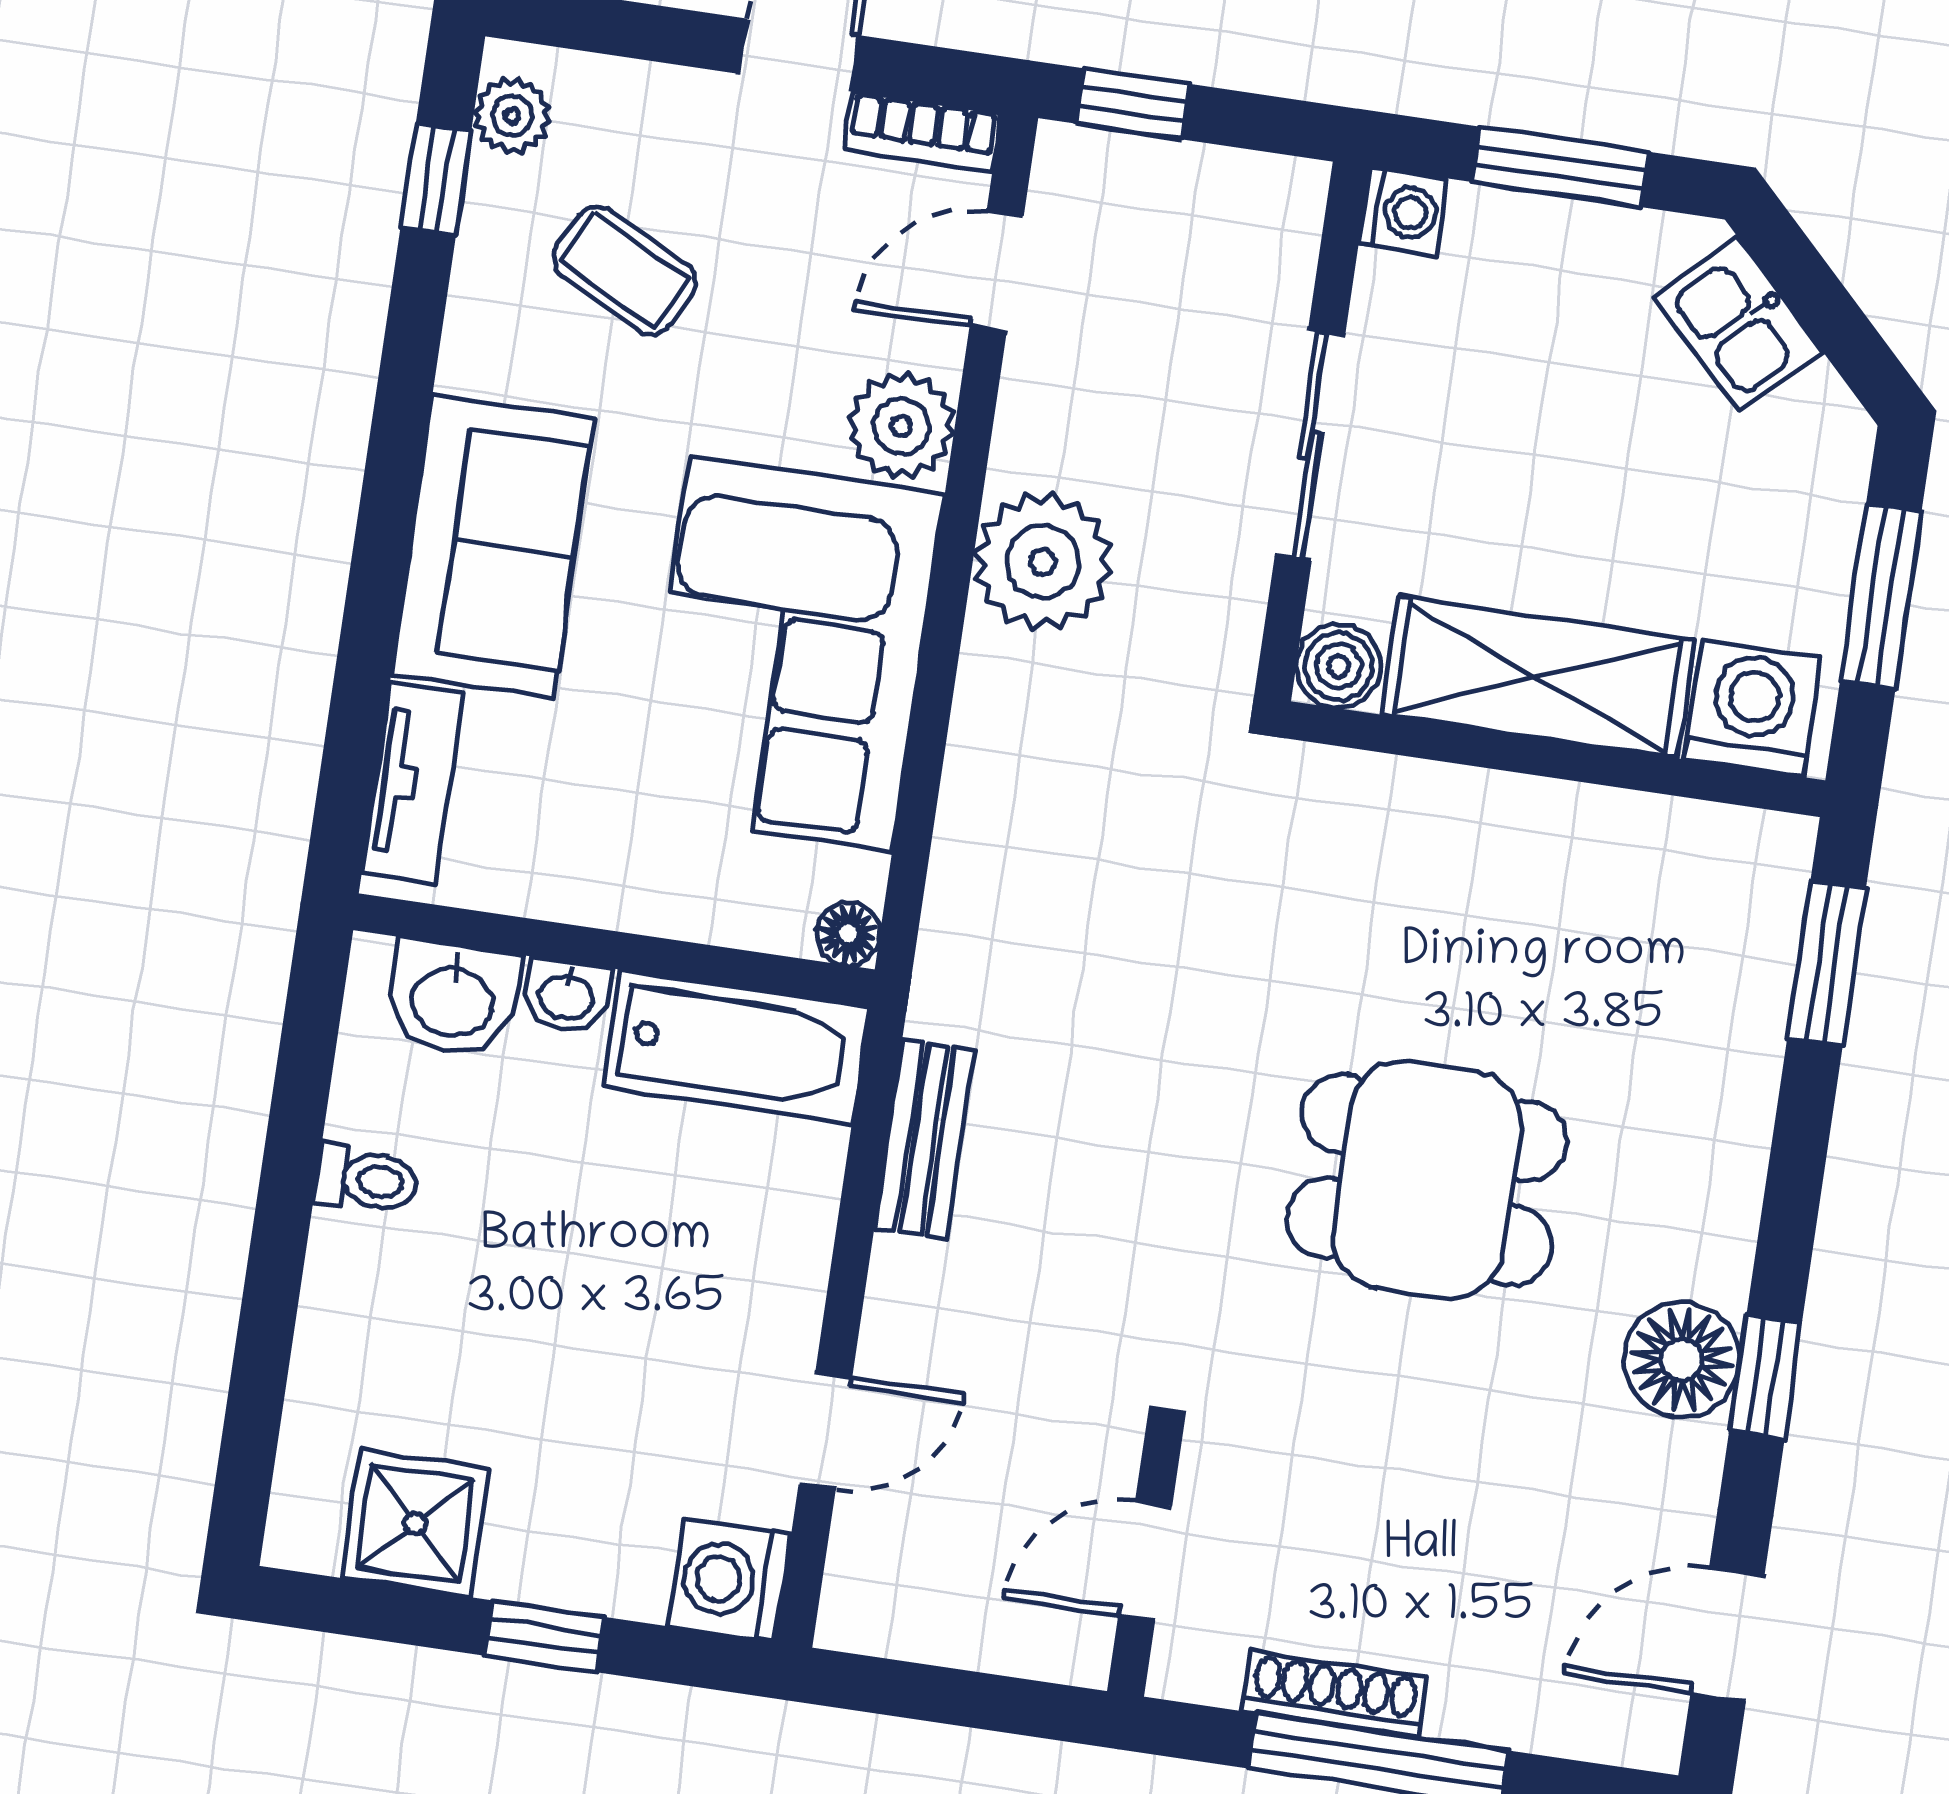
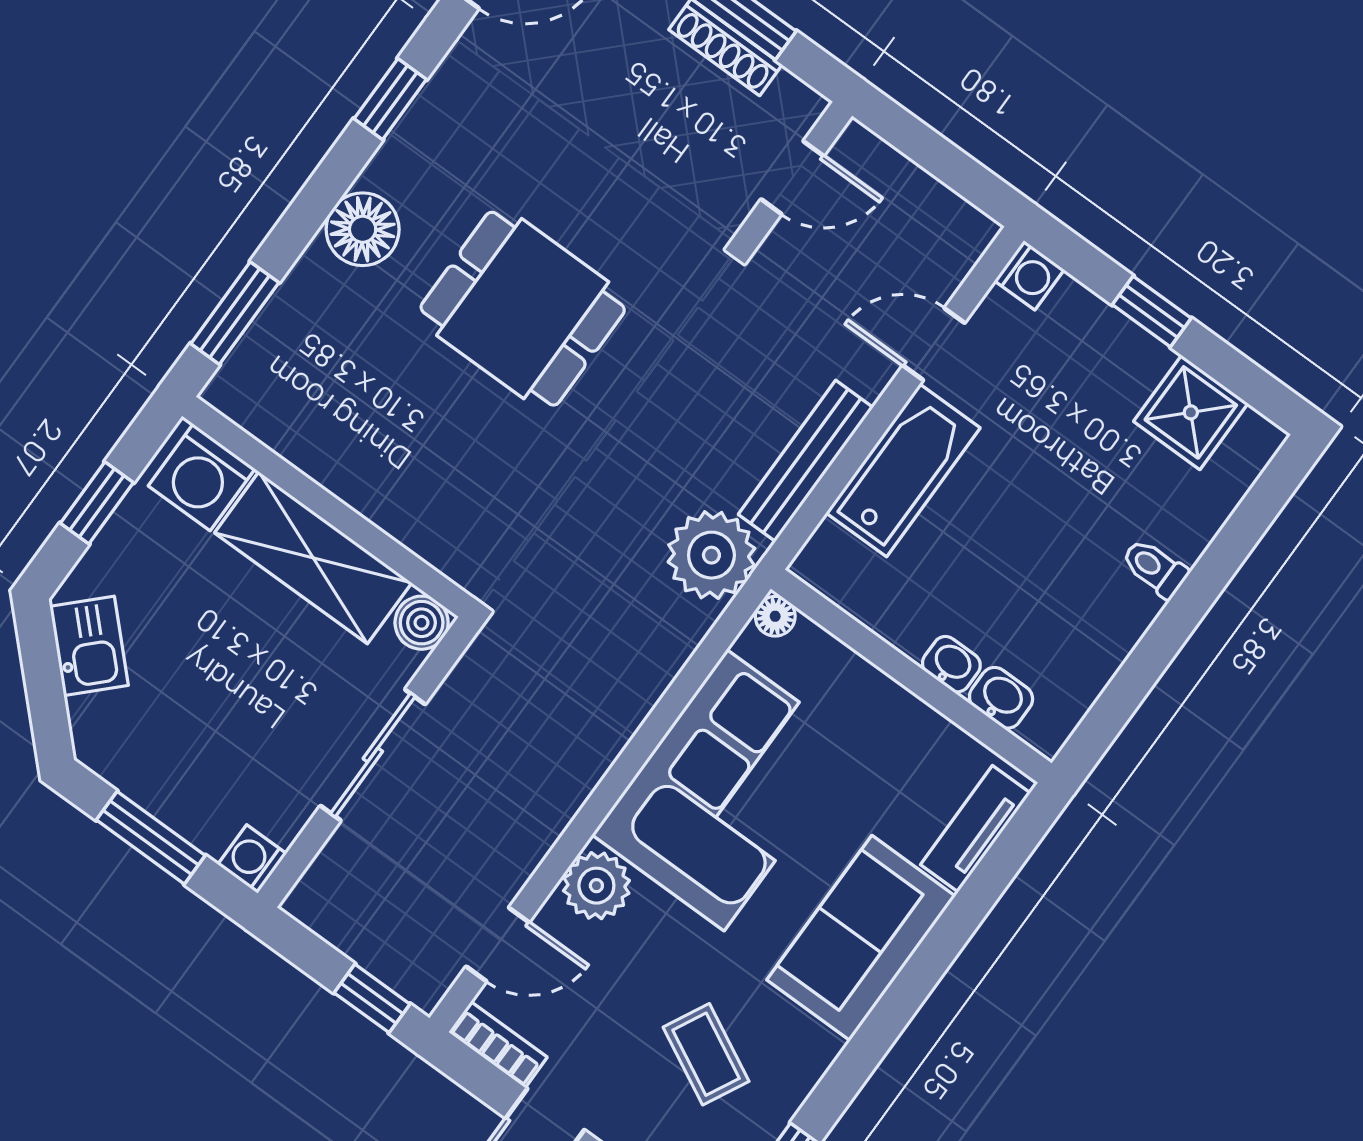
kitchen sink: (1738, 325) -> (89, 646), moved
plant: (1043, 562) -> (711, 555), moved
window: (1881, 596) -> (97, 503), width x0.67
washbasin: (453, 999) -> (1001, 698), width x0.72, depth x0.69
bathtub: (736, 1047) -> (903, 470), moved, turned 90
bench: (924, 1139) -> (806, 461), width x1.36
toilet: (367, 1180) -> (1155, 568), moved
floor lamp: (1682, 1360) -> (363, 229), moved
washing machine: (729, 1580) -> (1029, 275), width x0.73, depth x0.73

